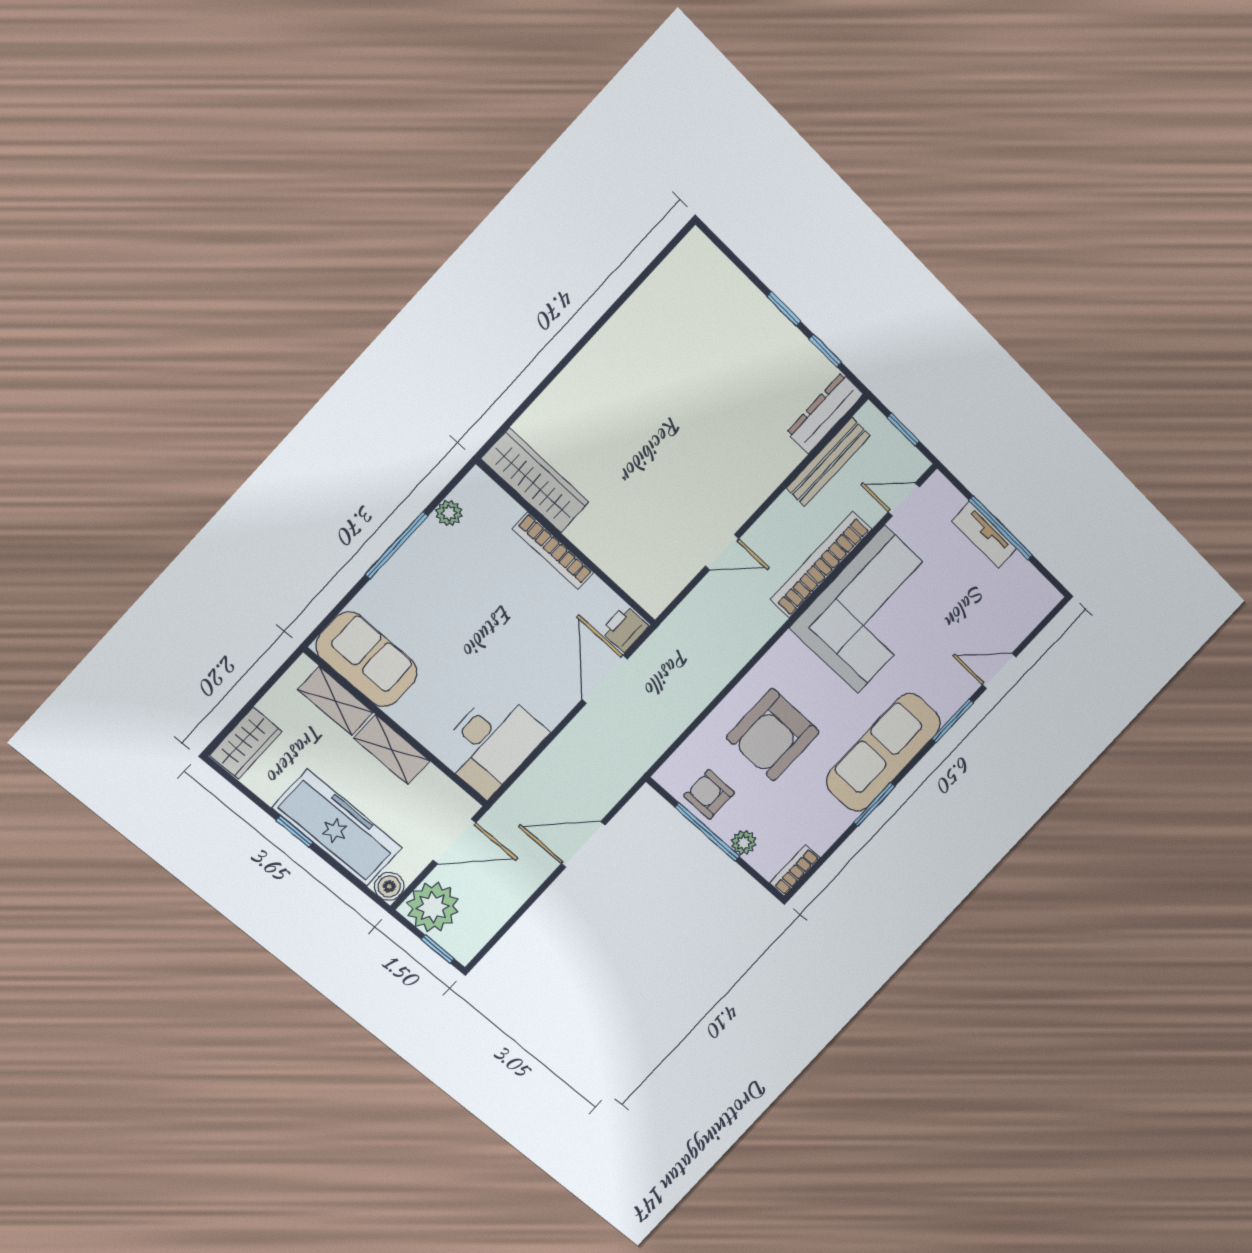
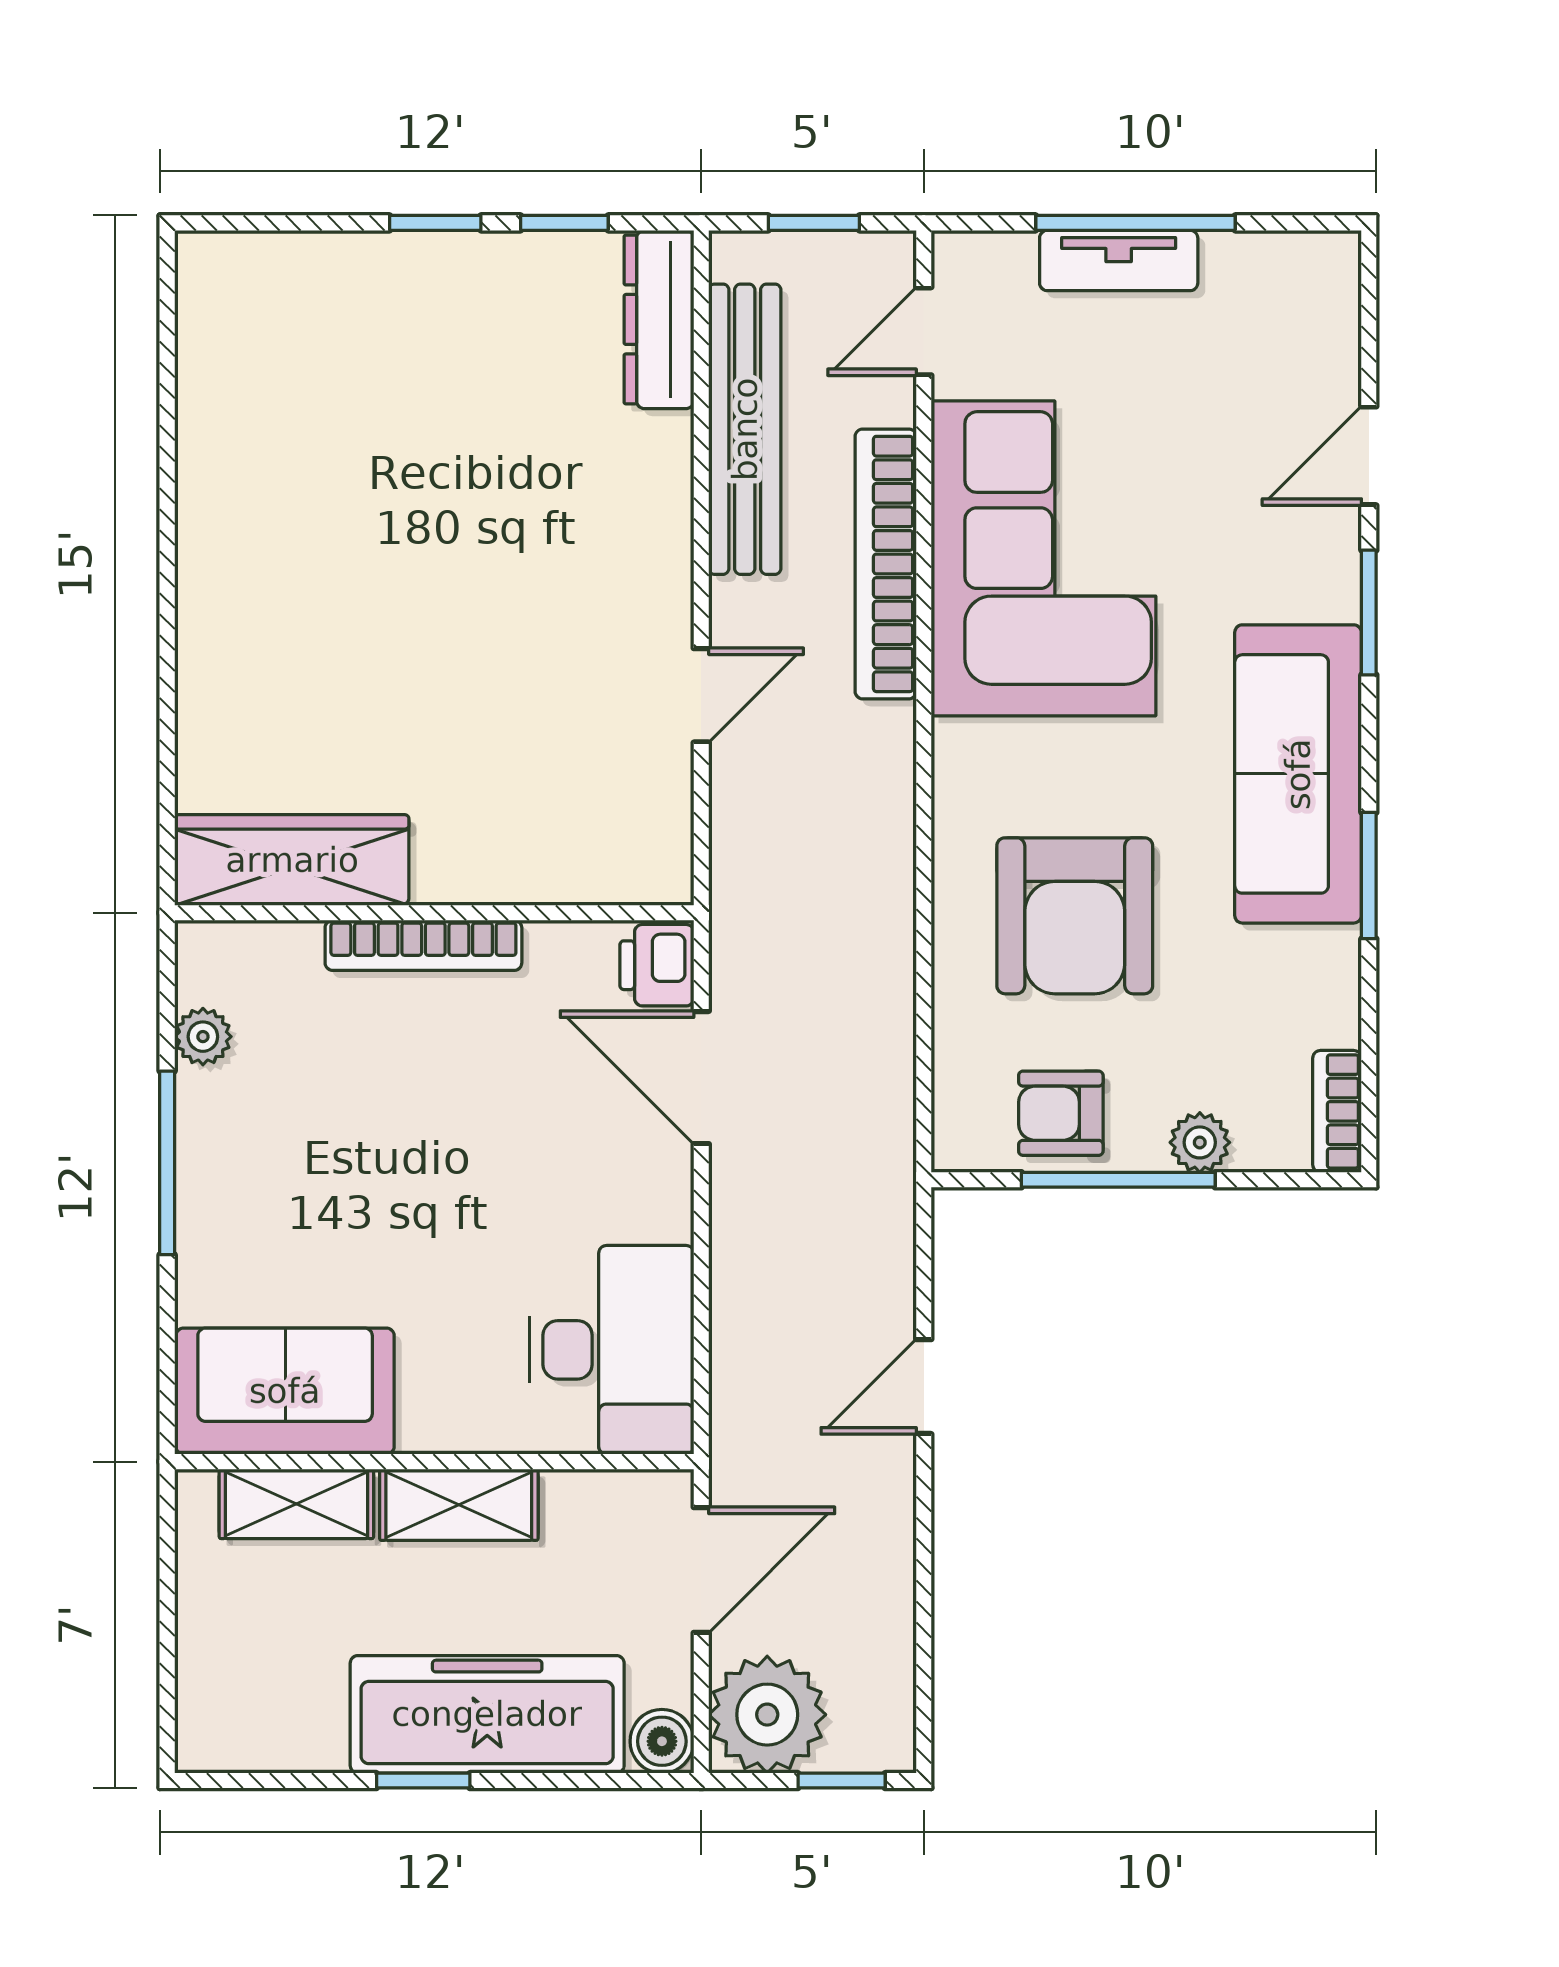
bench: (828, 462) -> (745, 429), width x1.37, depth x1.21
wardrobe: (246, 743) -> (215, 1700), removed
door: (583, 844) -> (924, 1387), width x0.73

